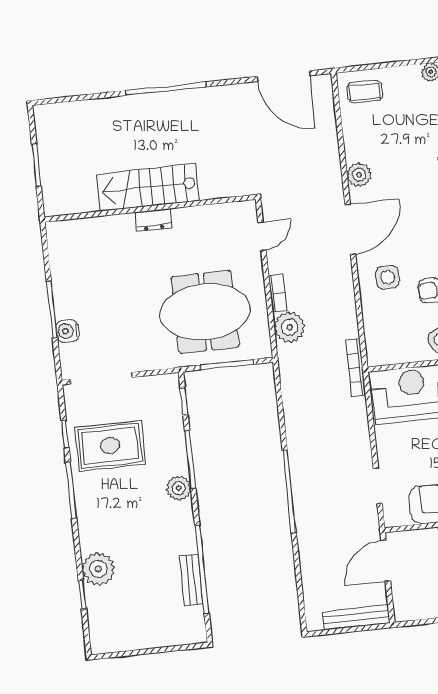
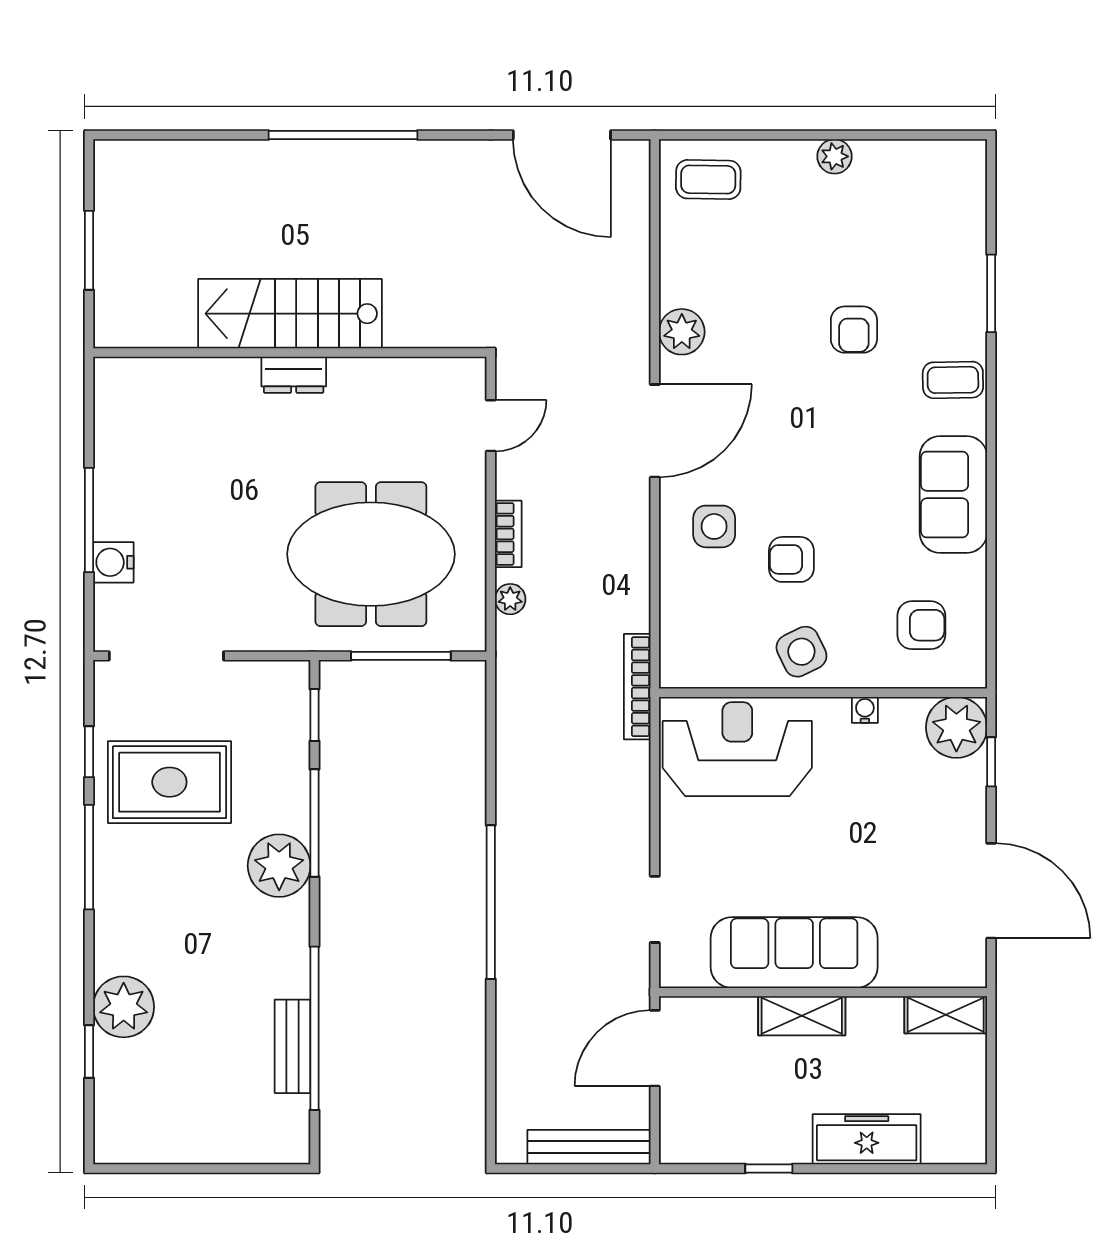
plant: (290, 327) -> (510, 599), width x0.53, depth x0.53
plant: (179, 488) -> (279, 866), width x1.36, depth x1.36

